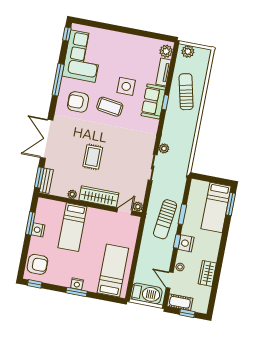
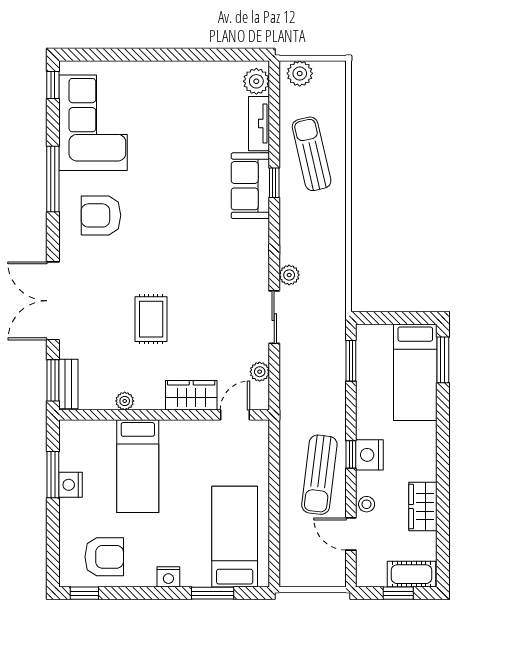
side table: (126, 86) -> (191, 166), removed
coffee table: (110, 107) -> (166, 213), removed
wardrobe: (99, 197) -> (191, 395), width x0.67
plant: (138, 207) -> (260, 372), moved
window: (182, 214) -> (351, 361), moved
sun lounger: (165, 219) -> (319, 475), moved
armchair: (37, 264) -> (104, 557), moved
window: (77, 292) -> (213, 593), moved
barbecue: (146, 293) -> (310, 570), removed
cot: (180, 302) -> (411, 574), moved

